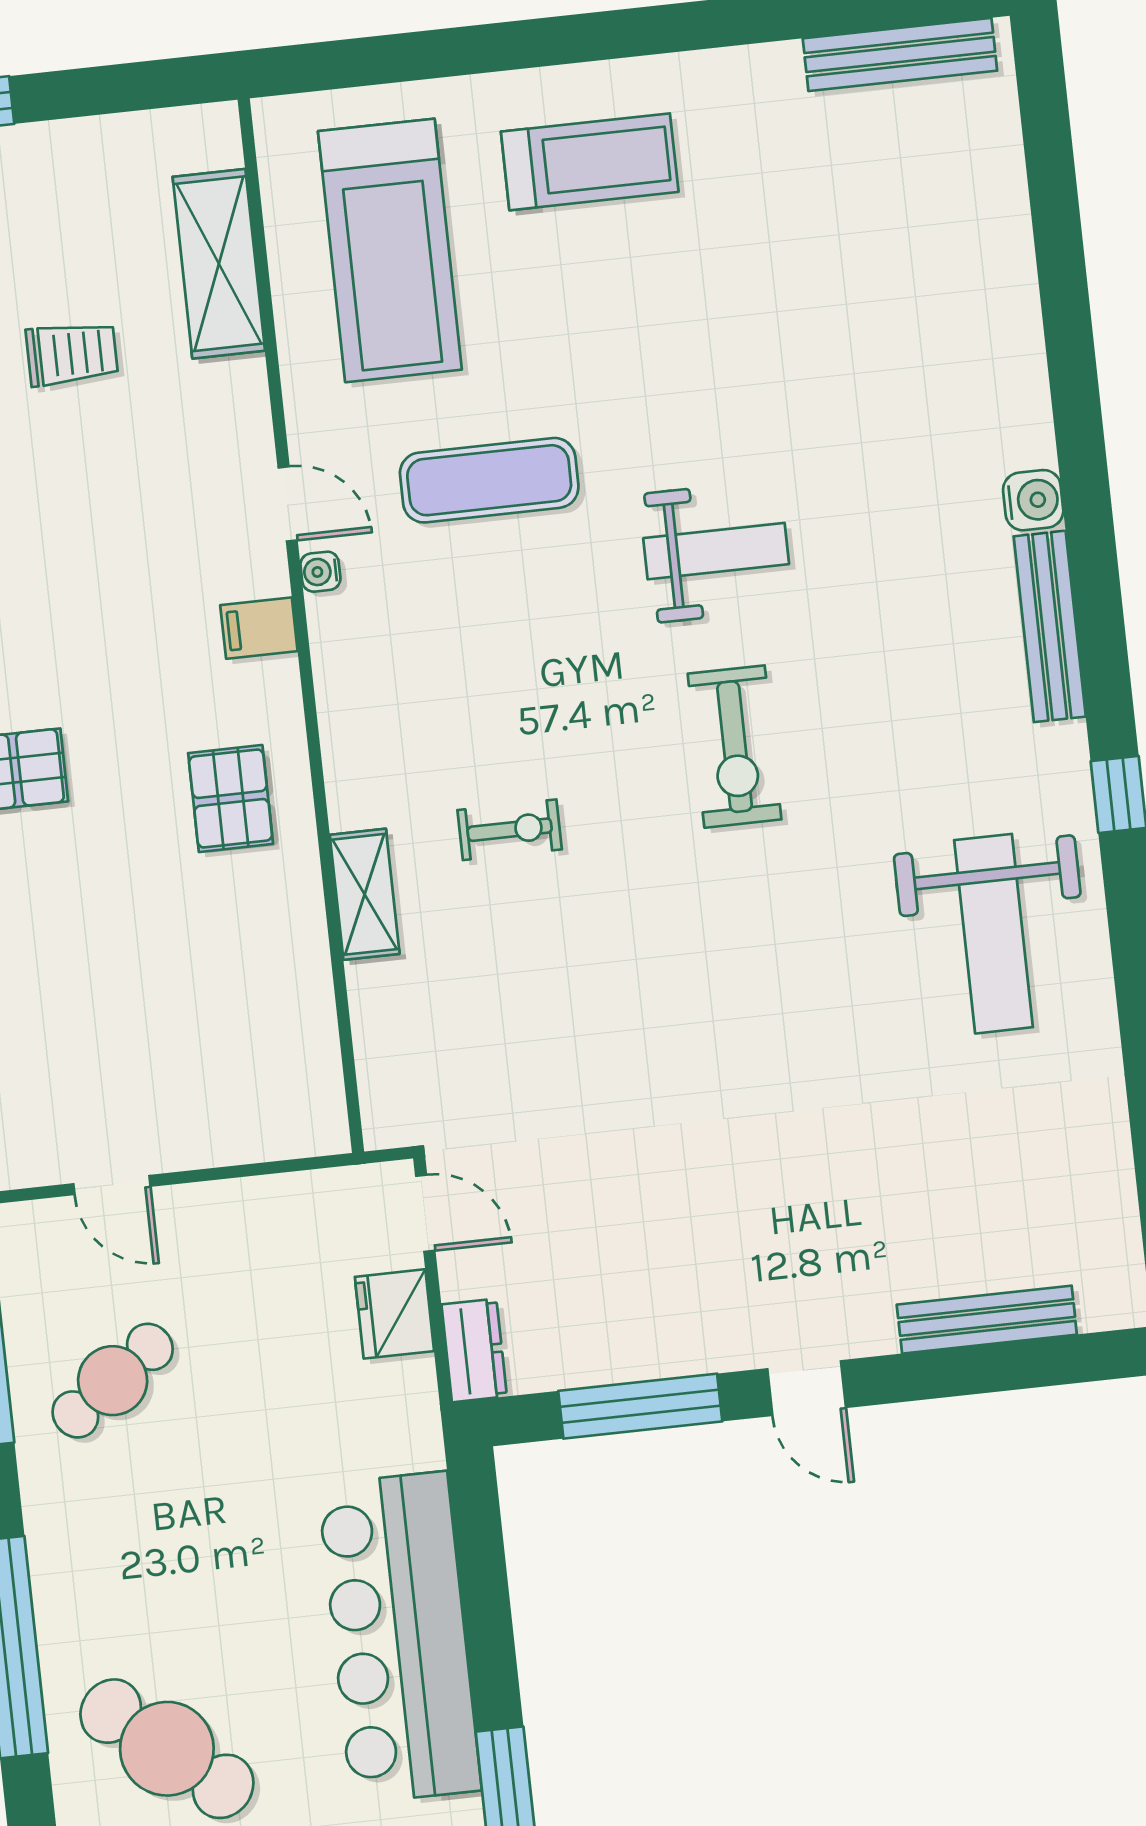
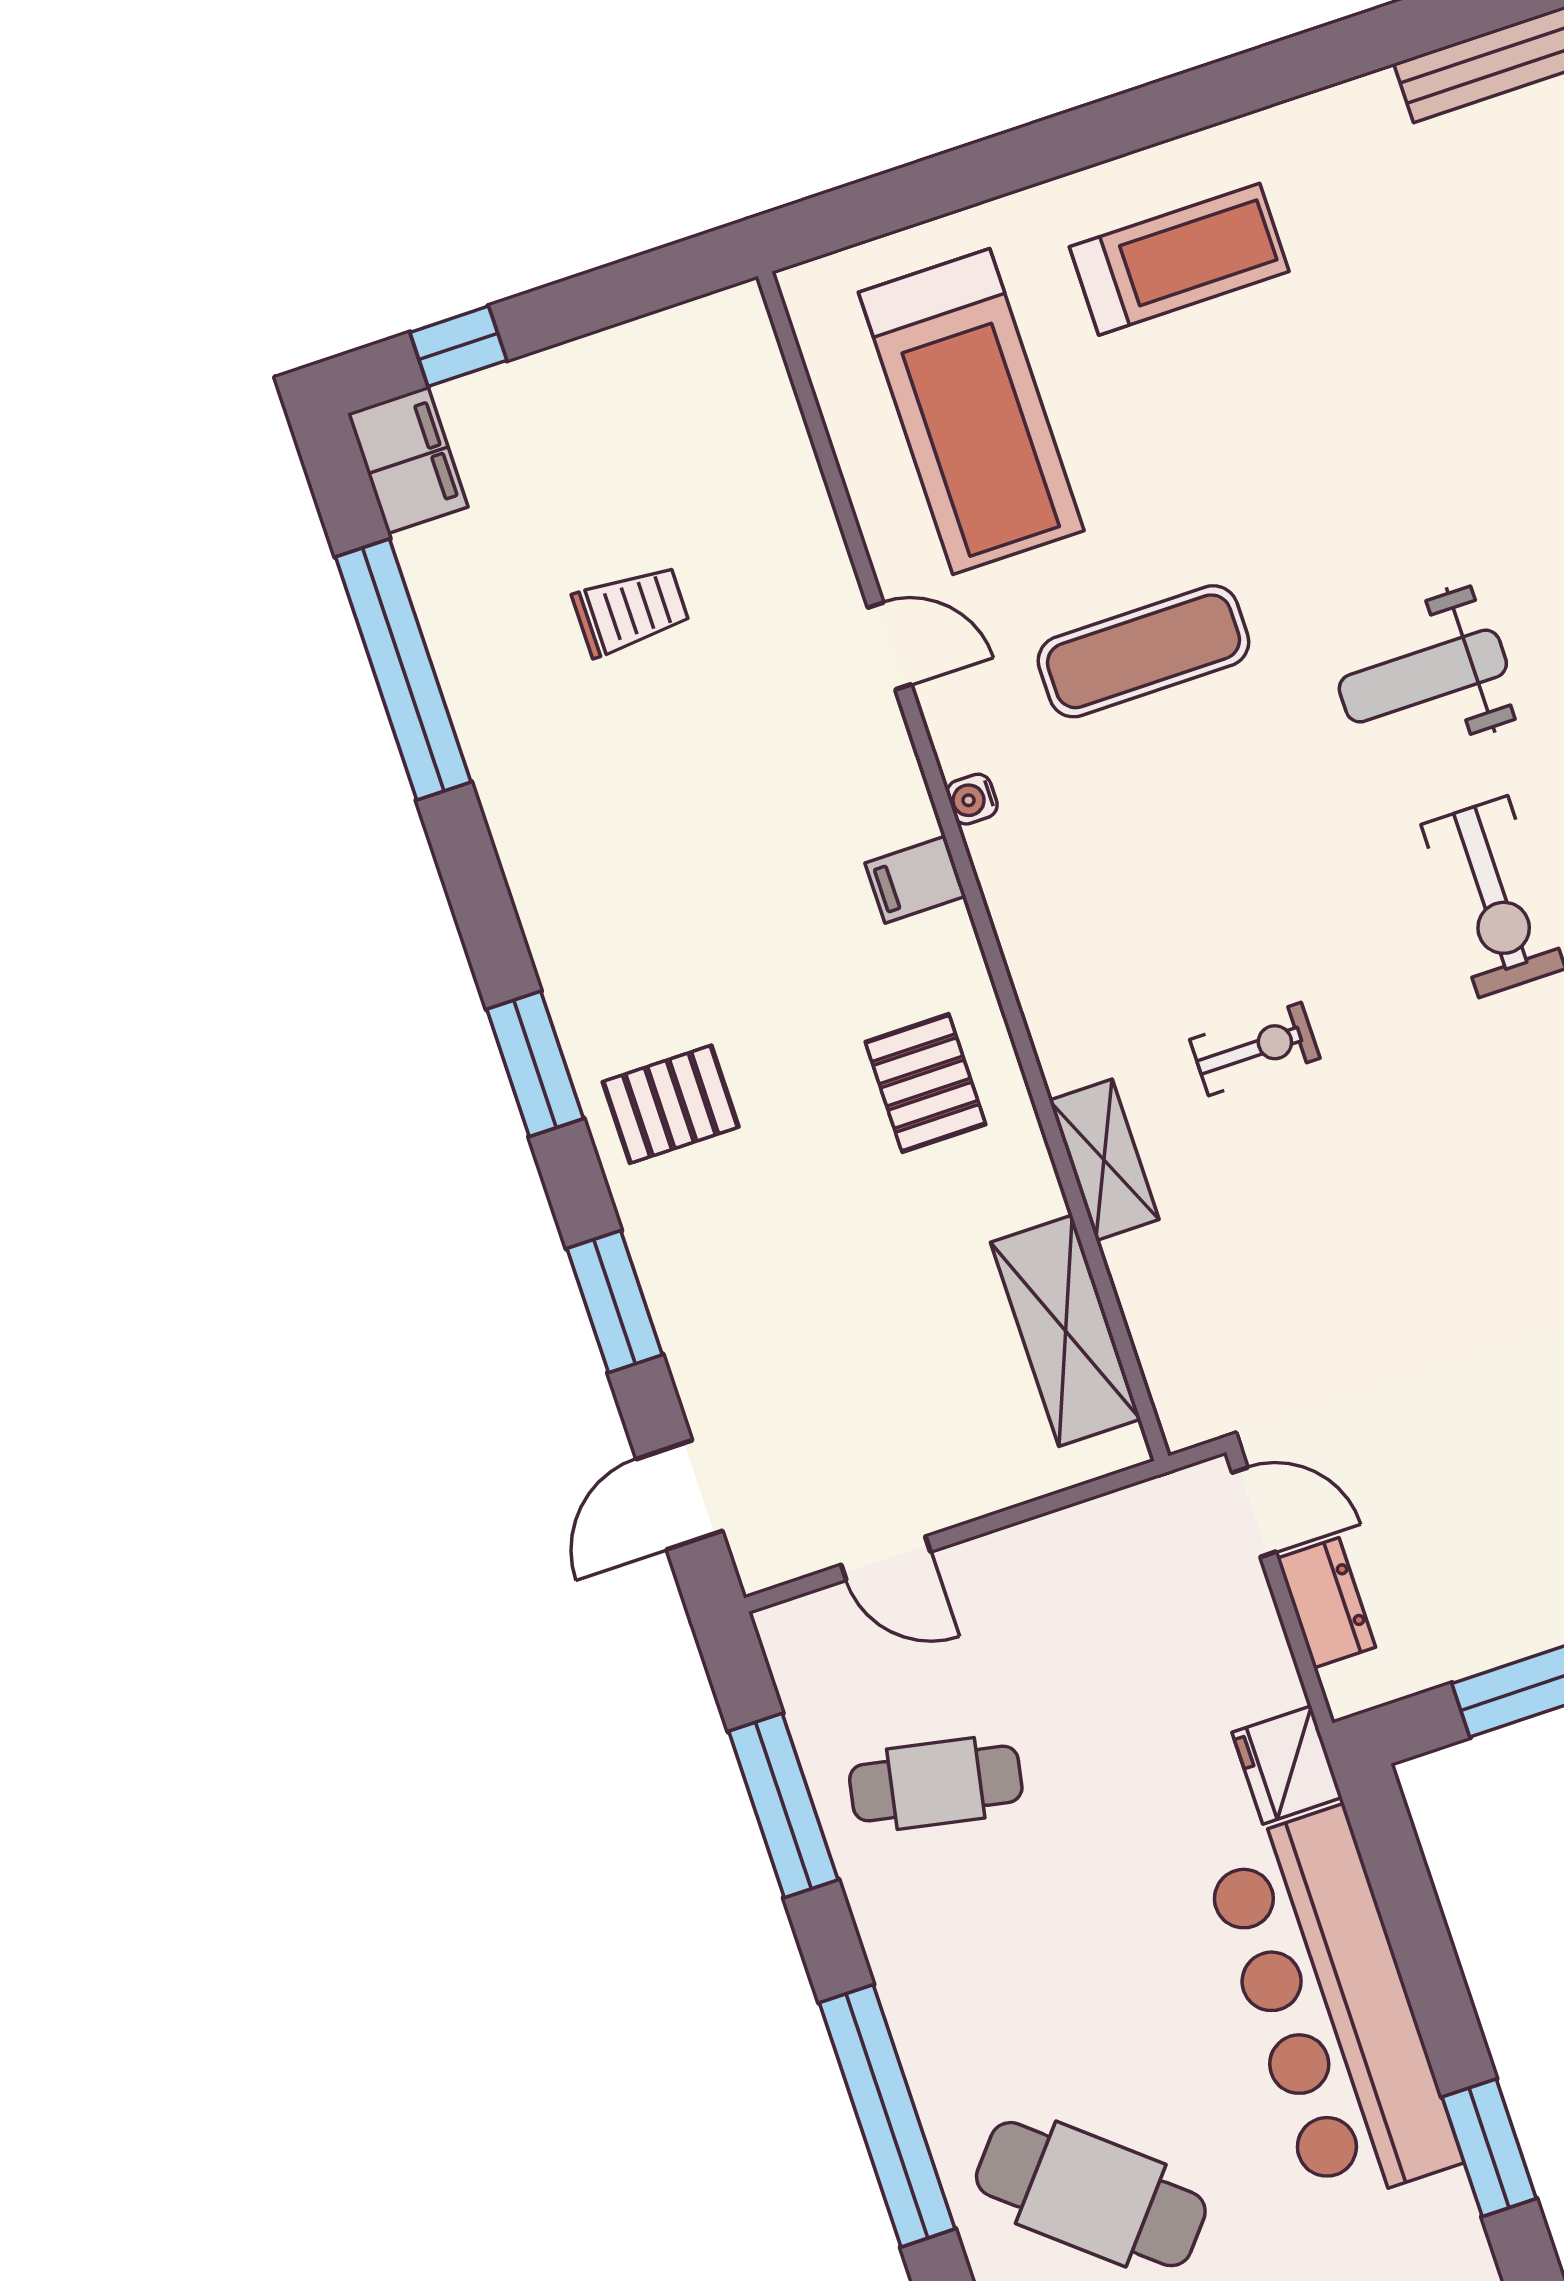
shelving: (219, 264) -> (1066, 1331), moved
door: (288, 504) -> (889, 646), moved
weight bench: (716, 551) -> (1423, 676), turned 180
fridge: (395, 1314) -> (1287, 1765), moved
dresser: (474, 1350) -> (1326, 1603), moved
cafe table: (113, 1381) -> (936, 1784), turned 47

